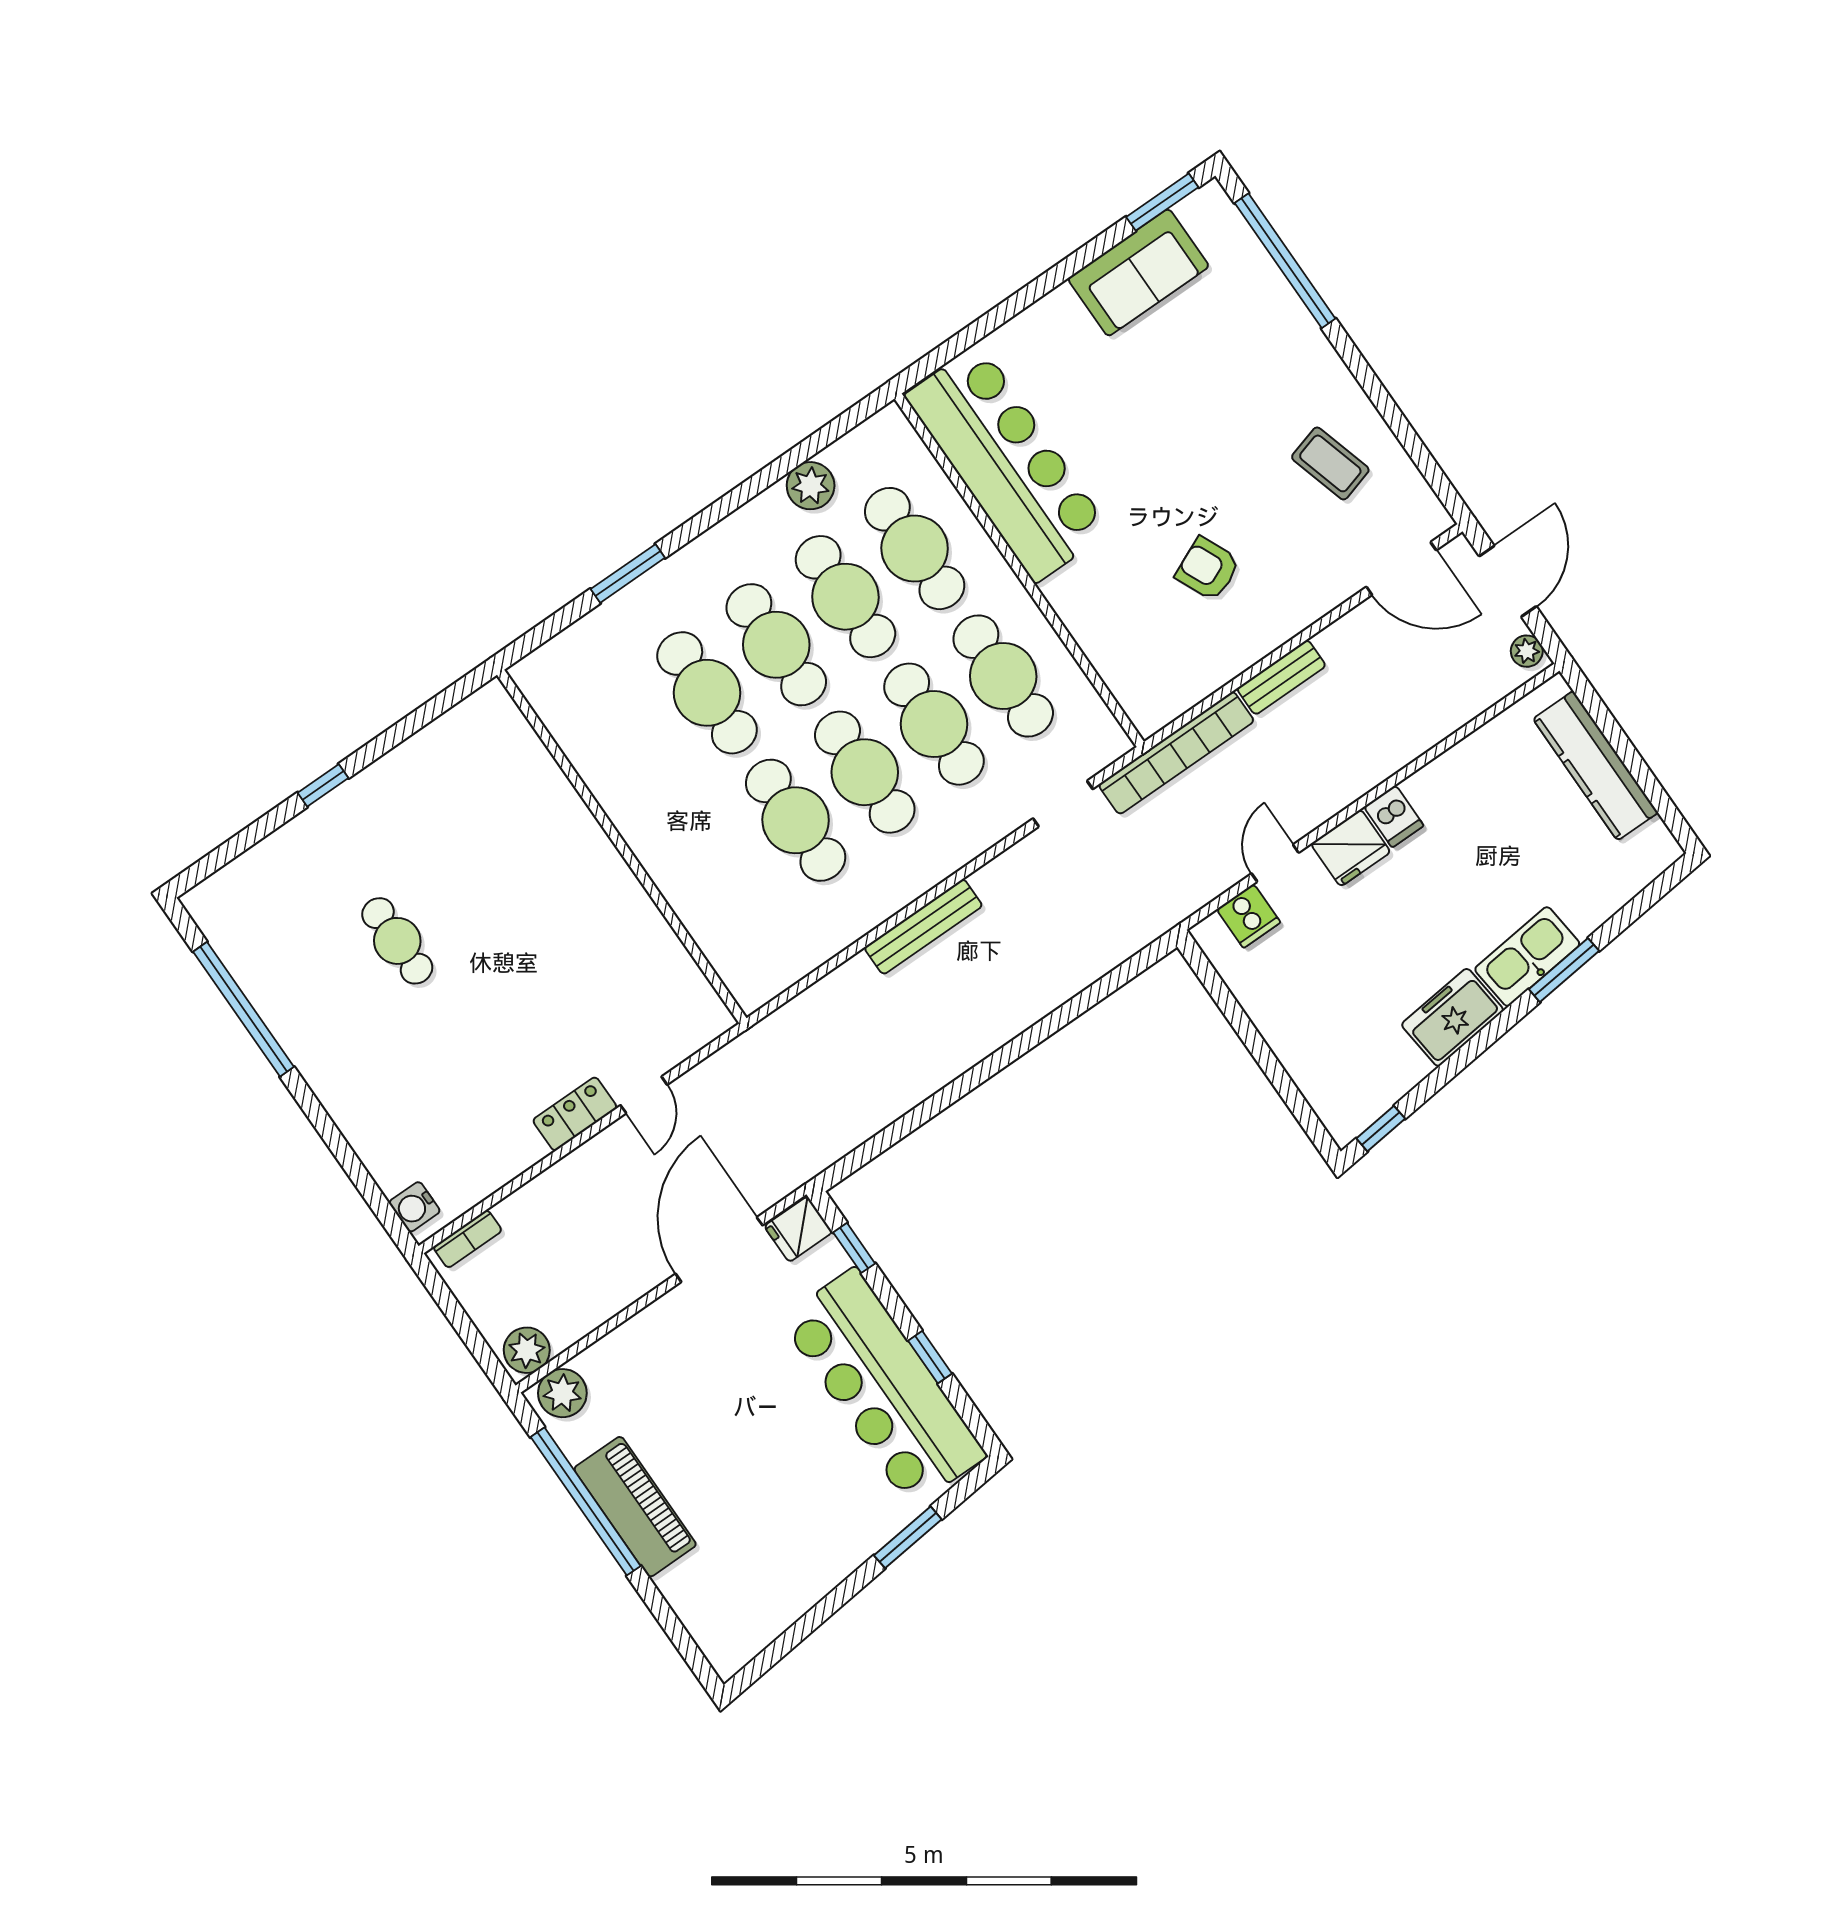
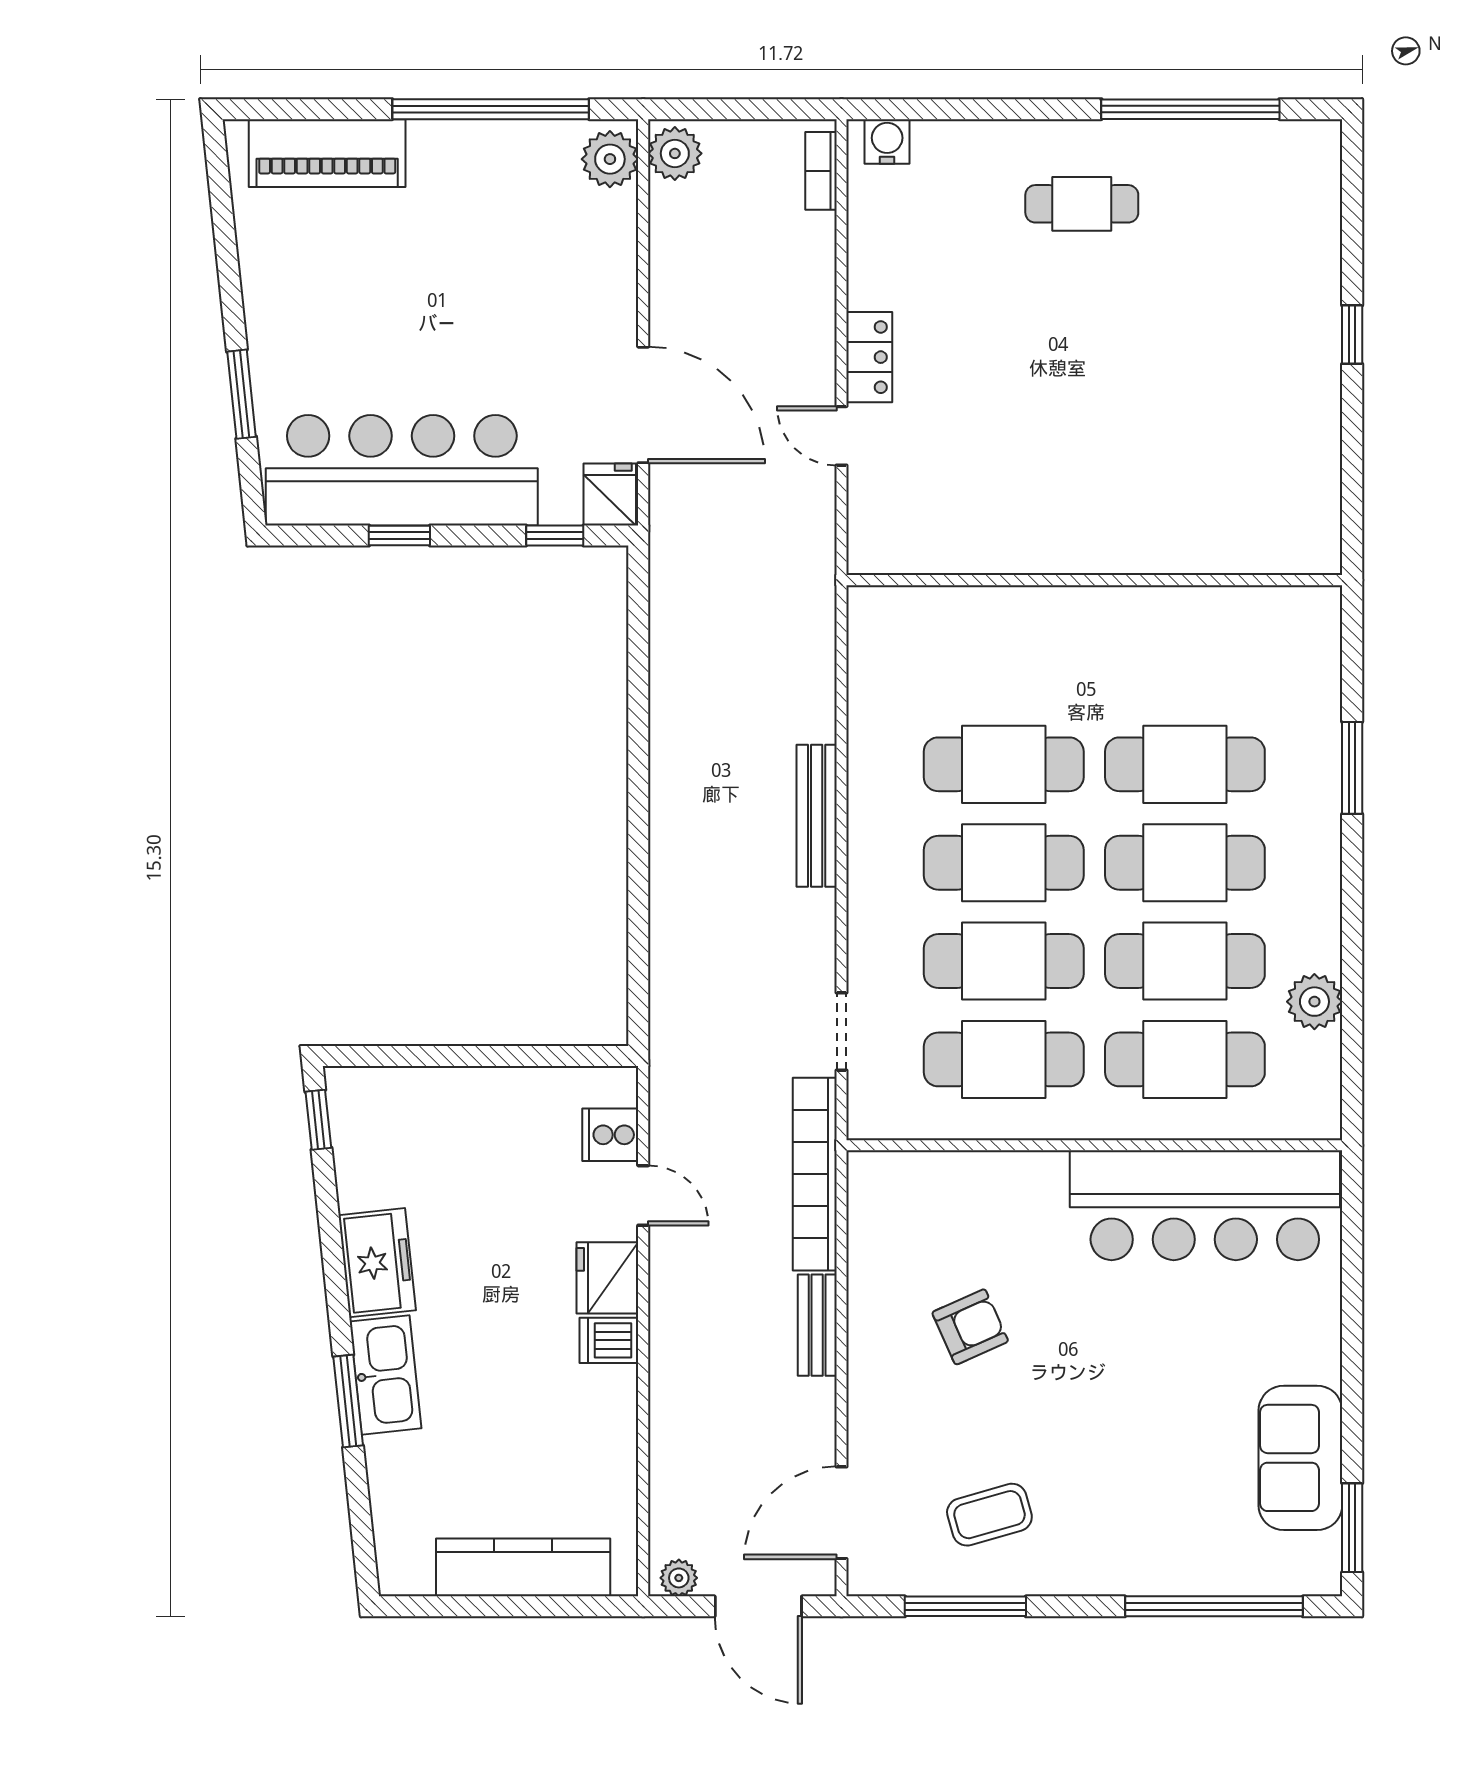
window: (1407, 436) -> (965, 1606), added
cafe table: (397, 941) -> (1082, 204), moved
piano: (635, 1507) -> (327, 153), moved

